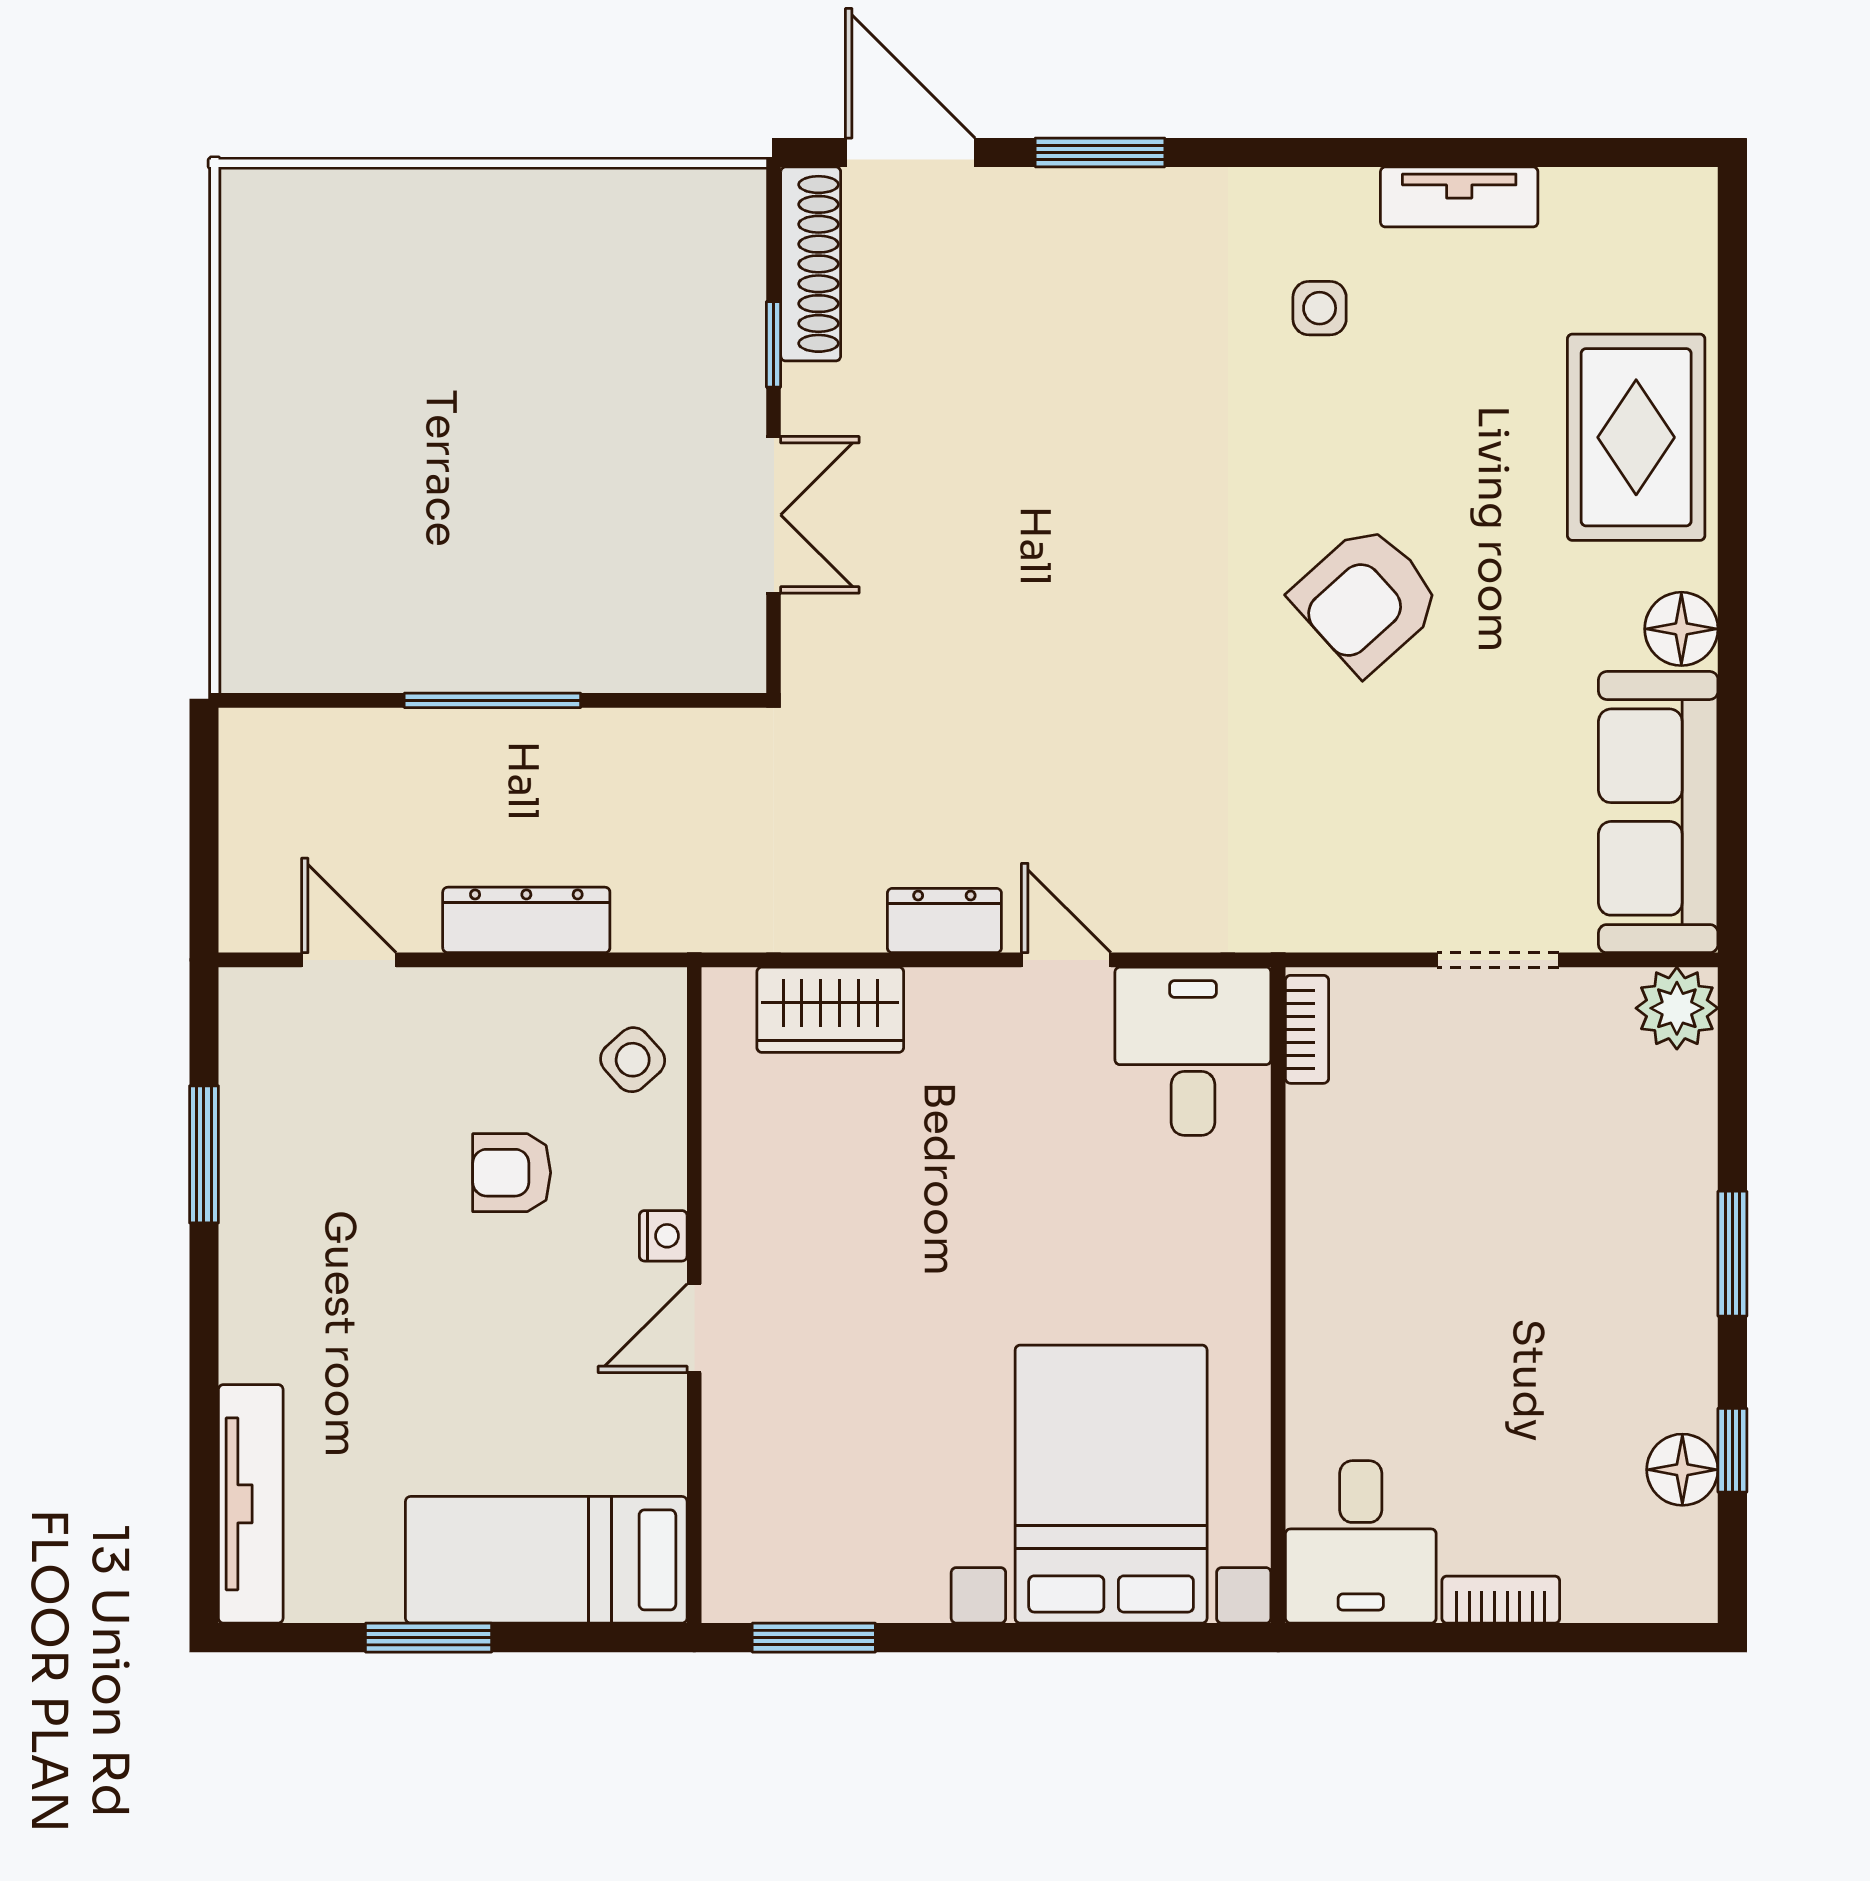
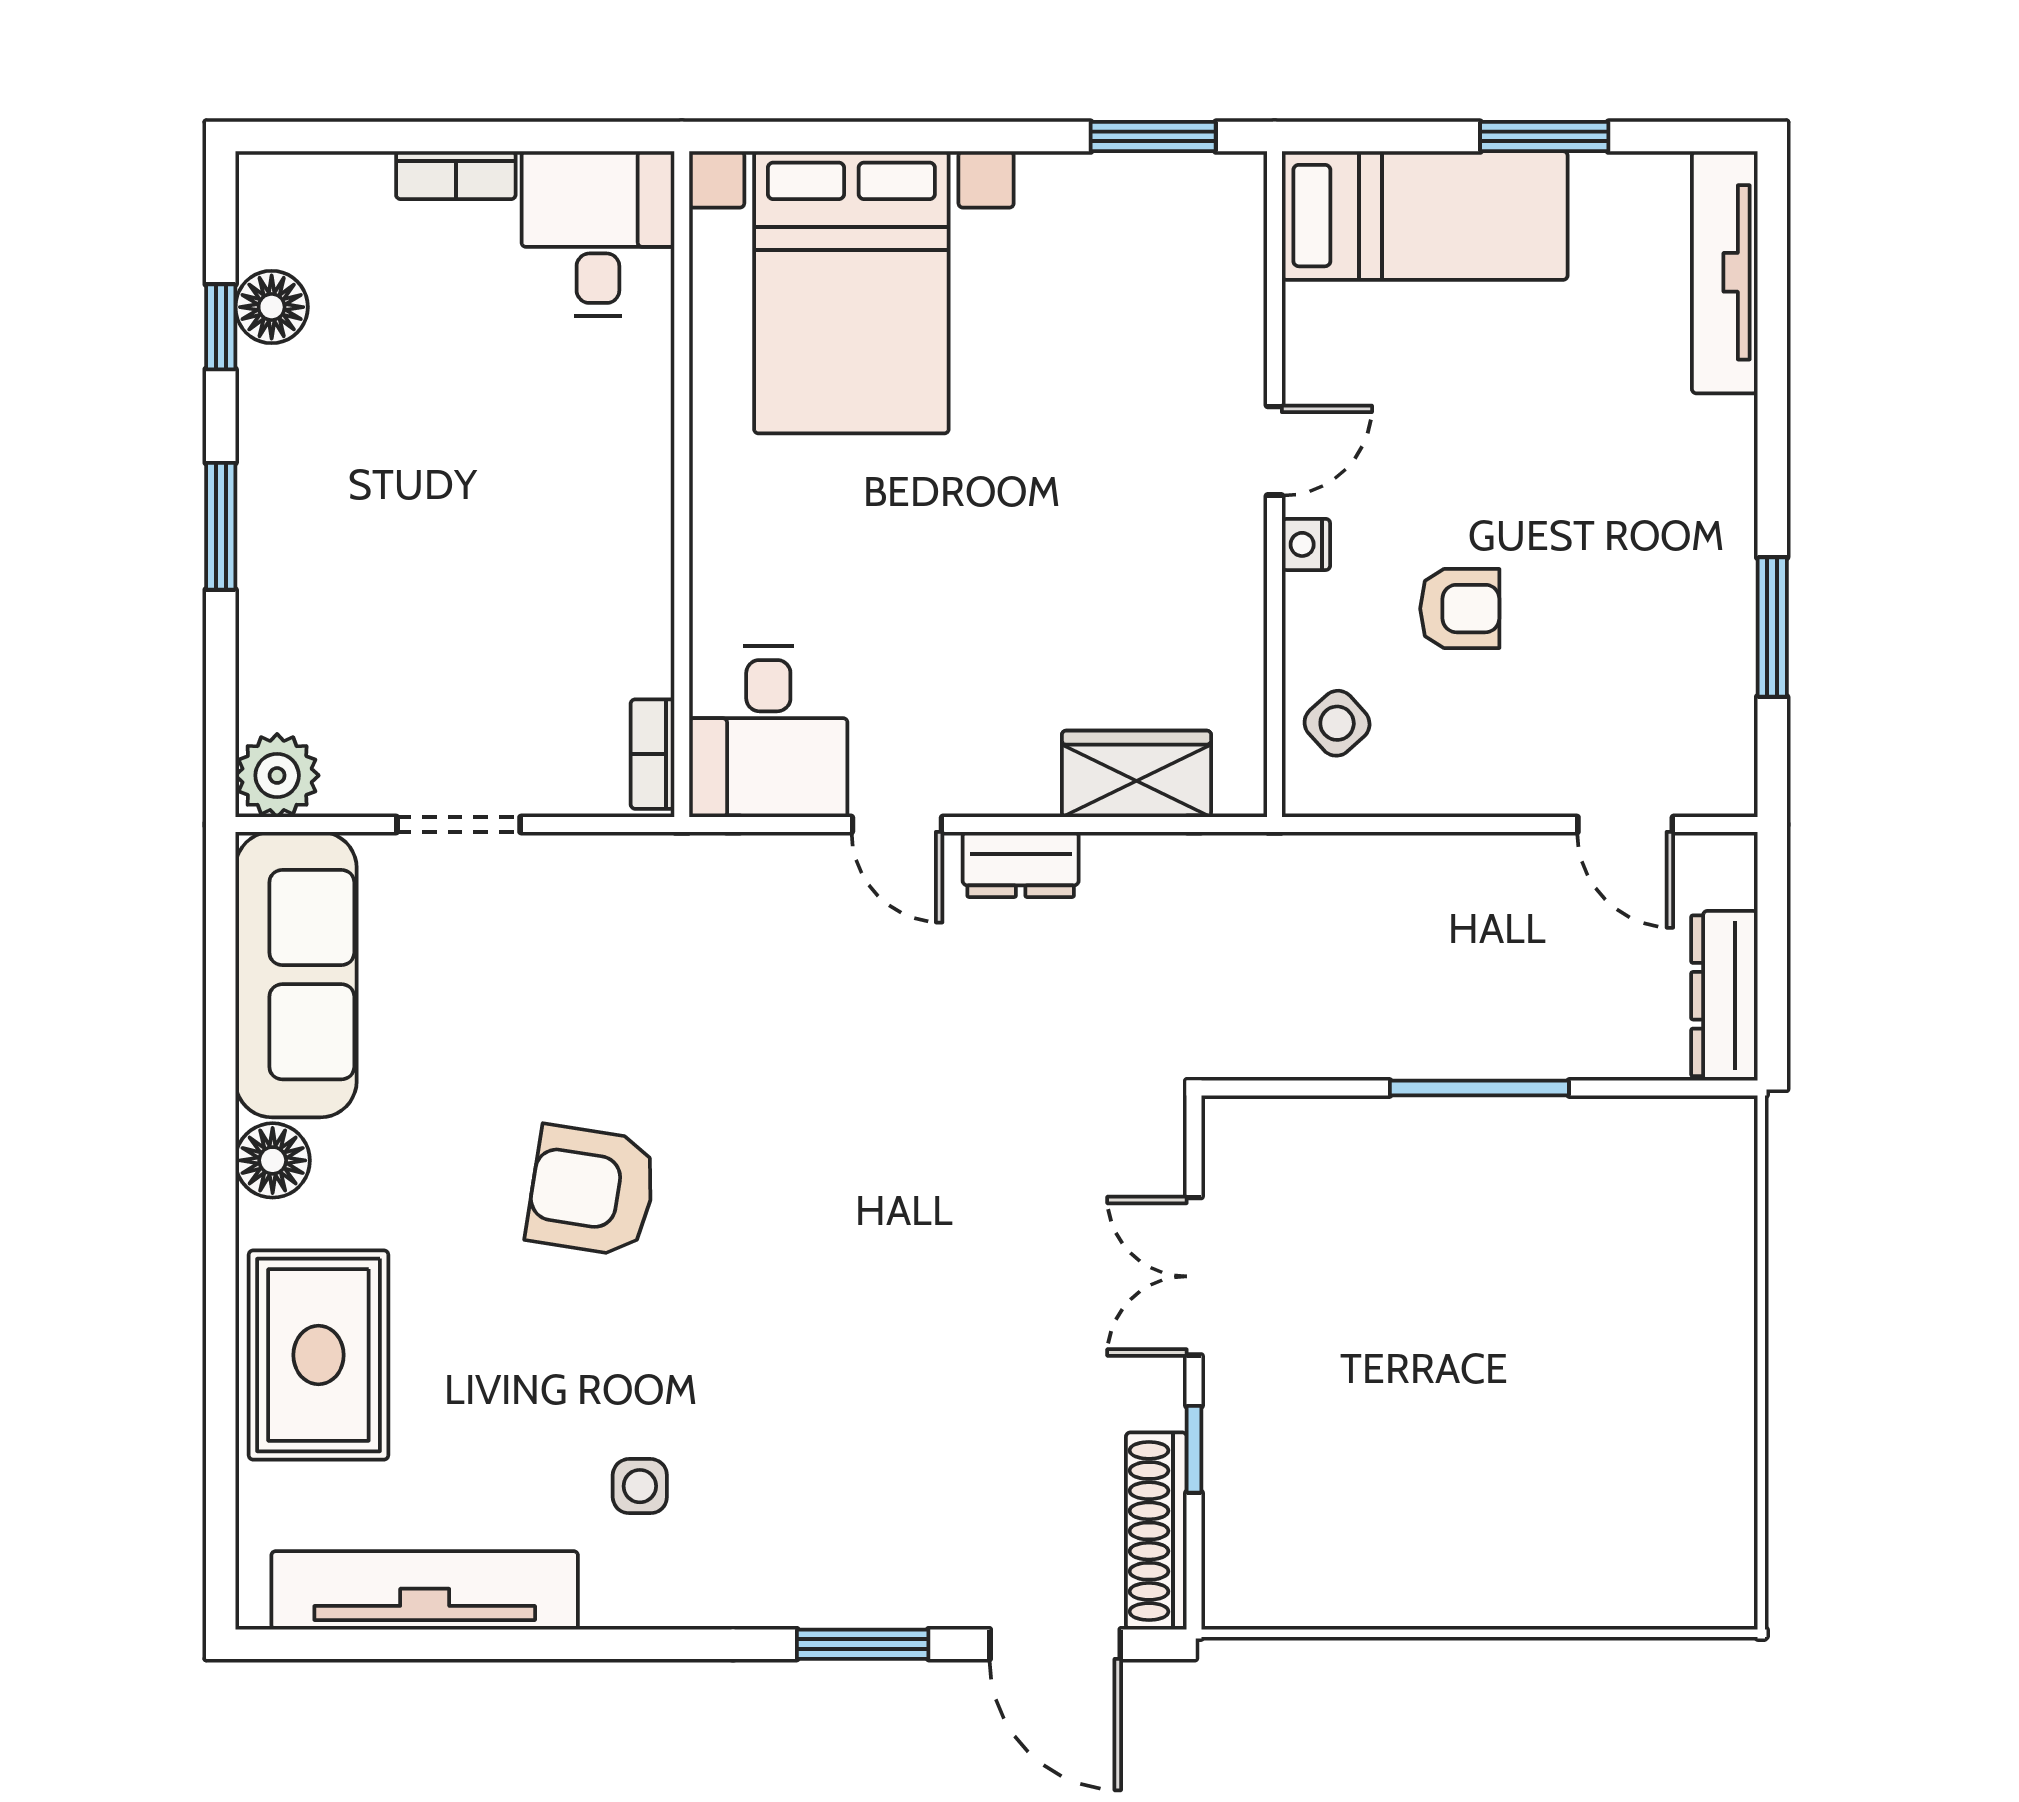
tv unit: (1459, 197) -> (425, 1590), width x1.92, depth x1.29
armchair: (1367, 599) -> (592, 1191), turned -129
dresser: (526, 920) -> (1724, 996), moved, turned 90

